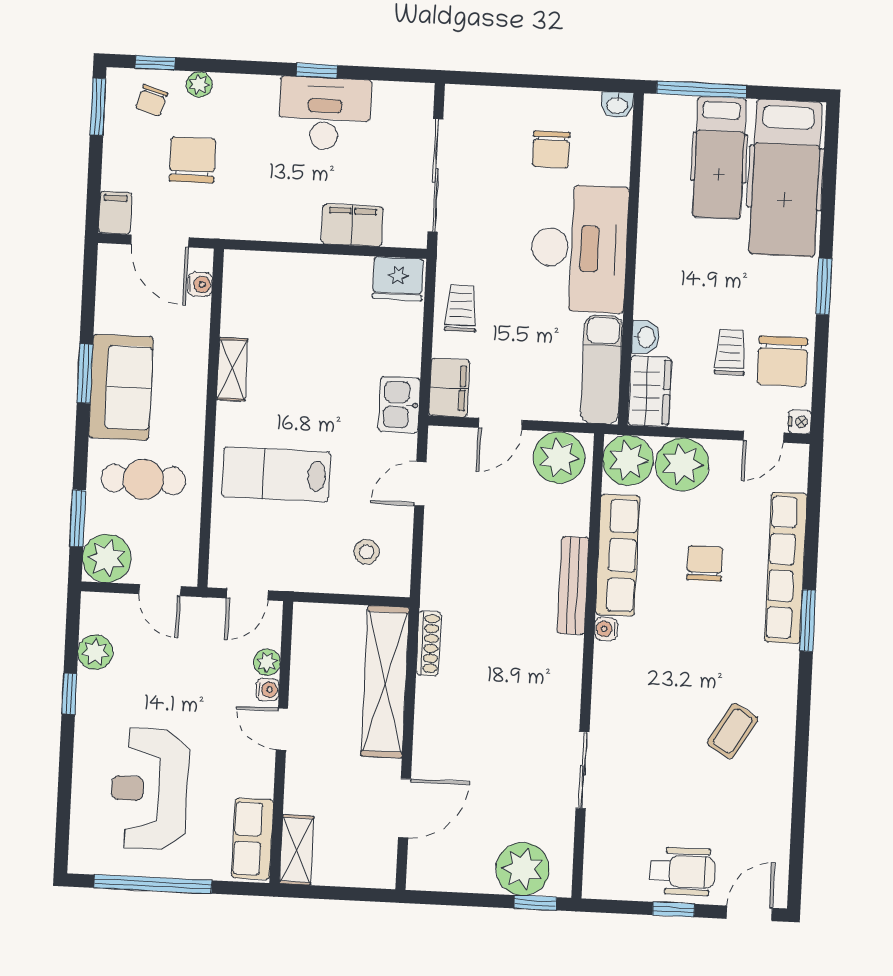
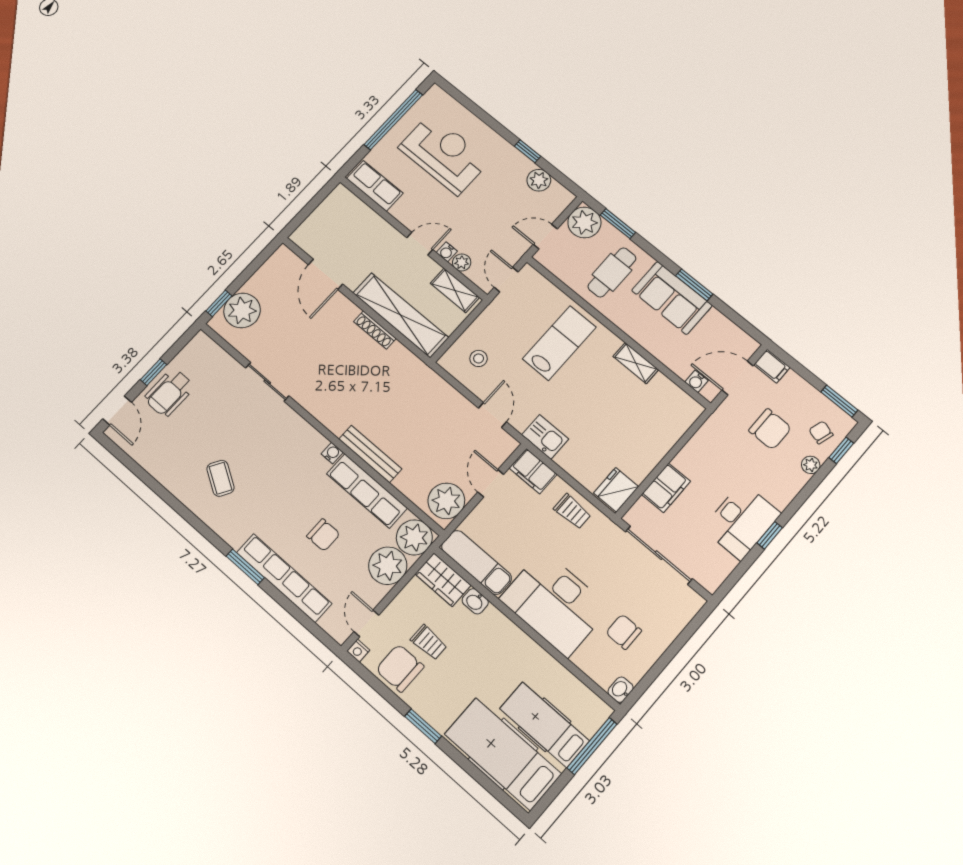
shoe rack: (428, 643) -> (375, 330), moved
shelving: (297, 850) -> (455, 290), moved

